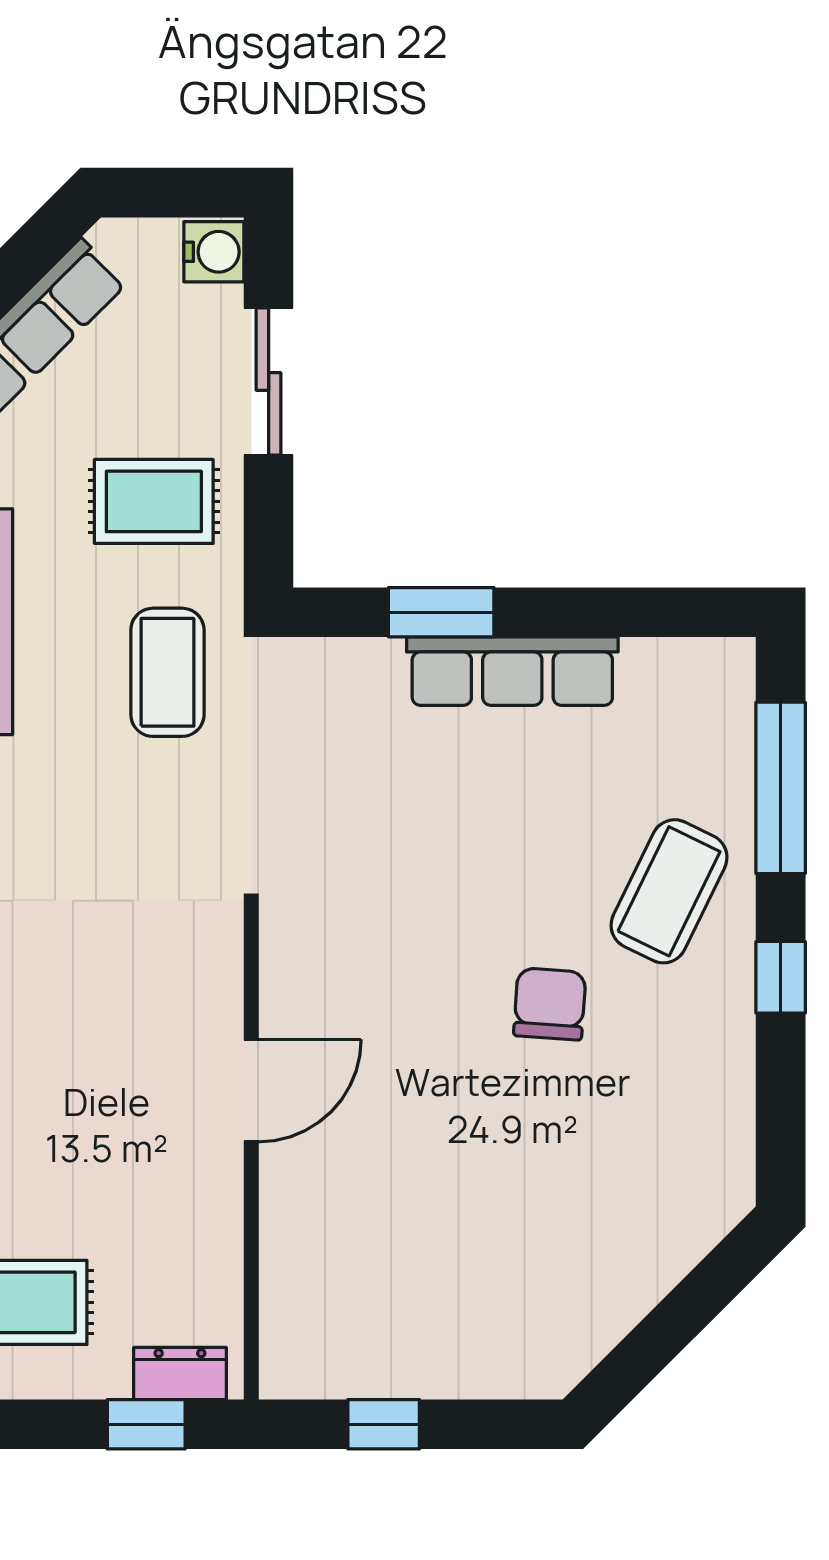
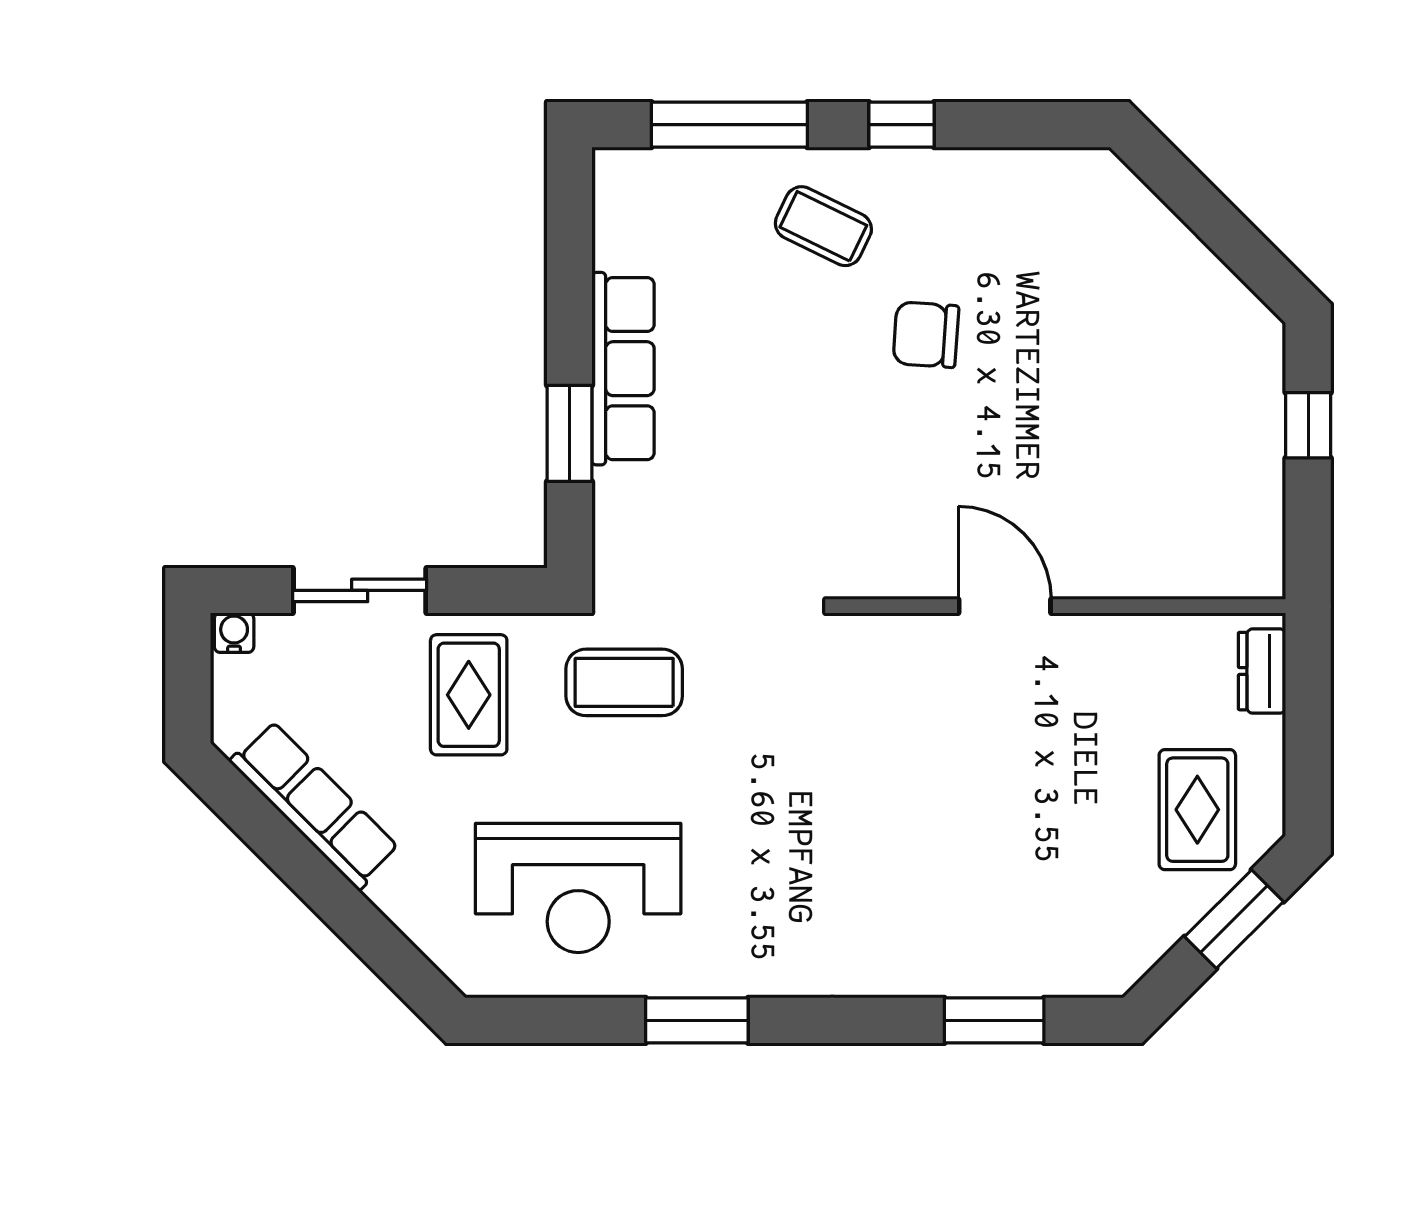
water cooler: (214, 252) -> (234, 633), width x0.72, depth x0.72
coffee table: (669, 891) -> (823, 226), width x0.73, depth x0.77
window: (146, 1424) -> (1308, 702), removed
window: (384, 1424) -> (1308, 425), moved

